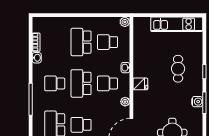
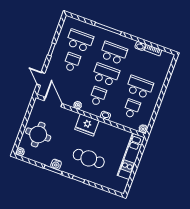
kitchen unit: (177, 24) -> (131, 156), moved
cafe table: (178, 69) -> (89, 158), width x1.37, depth x1.35
school desk: (55, 83) -> (114, 53), width x1.85
fridge: (140, 84) -> (87, 125), width x1.88, depth x1.34

